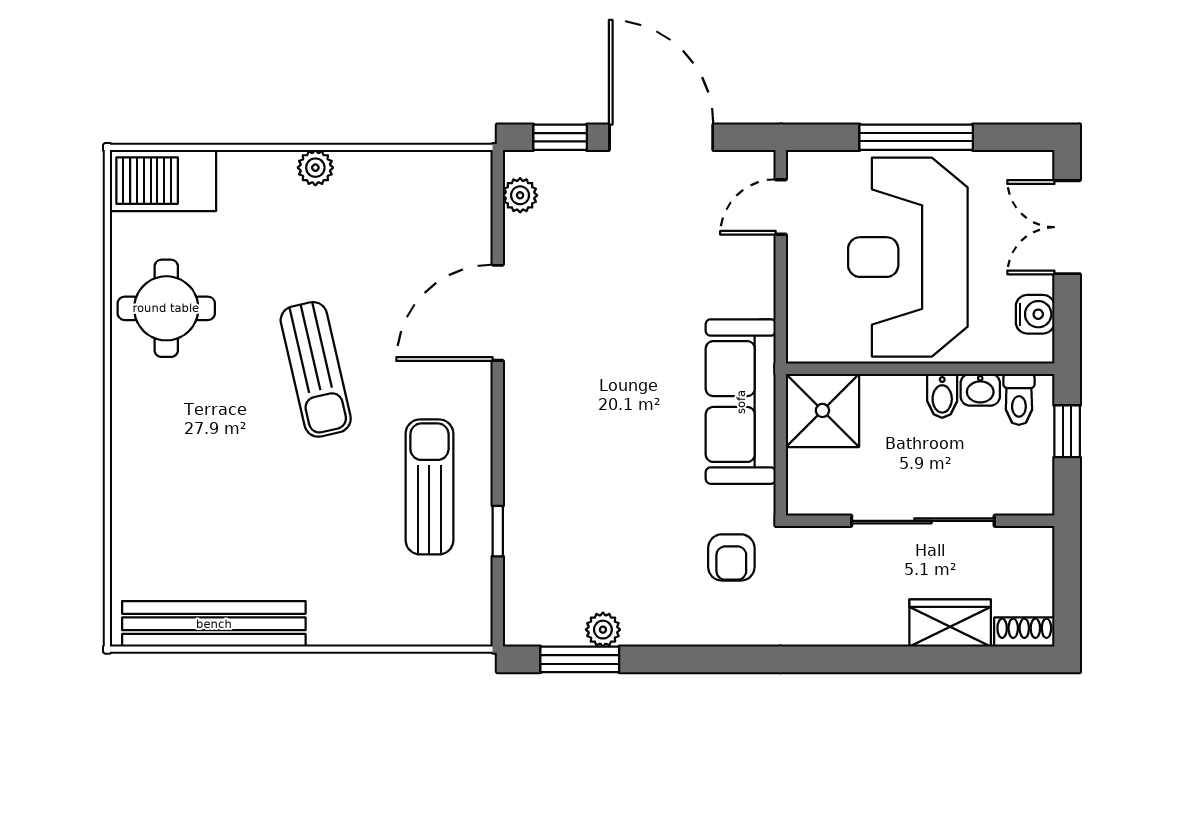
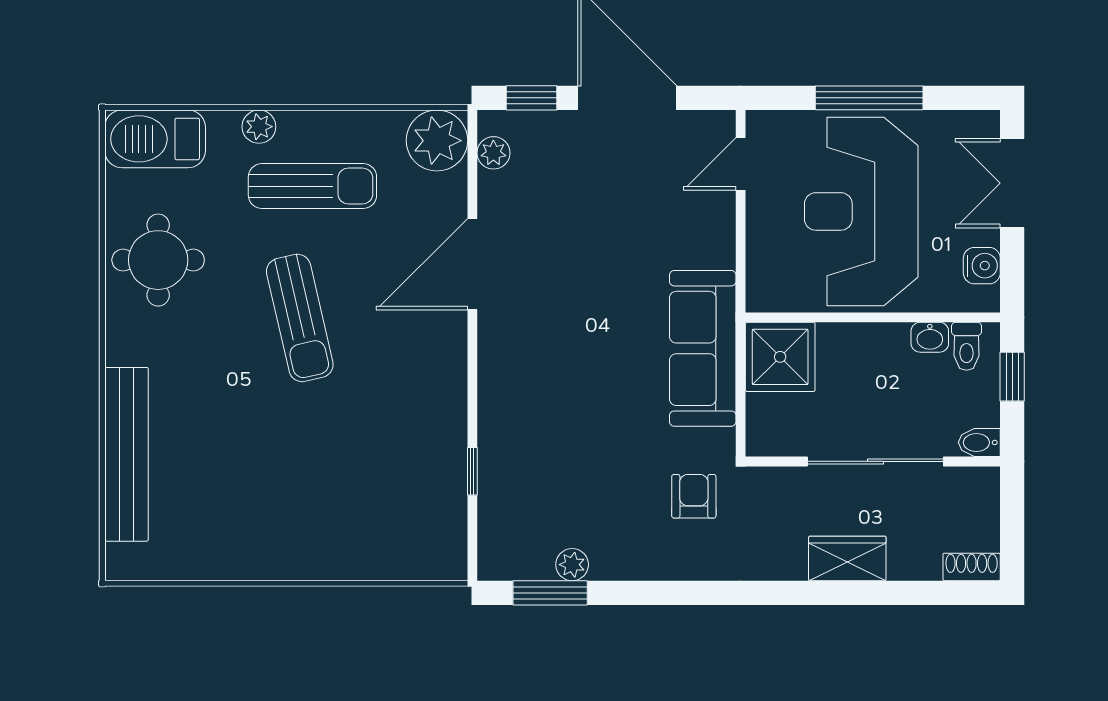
plant: (315, 168) -> (259, 127), moved
plant: (460, 182) -> (437, 141), added
bidet: (942, 396) -> (979, 442), moved, turned 90
sun lounger: (429, 487) -> (312, 186), moved, turned 90
armchair: (731, 557) -> (694, 496), turned 180
wardrobe: (950, 623) -> (847, 558), moved
bench: (214, 624) -> (126, 454), moved, turned 90

